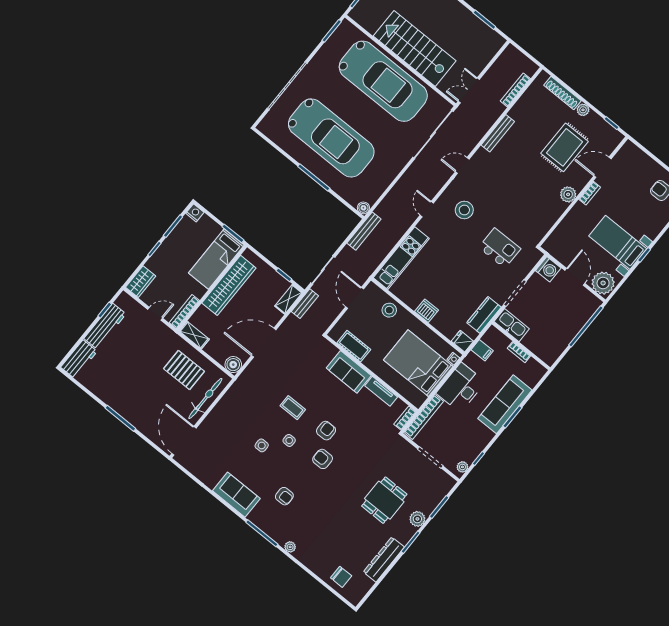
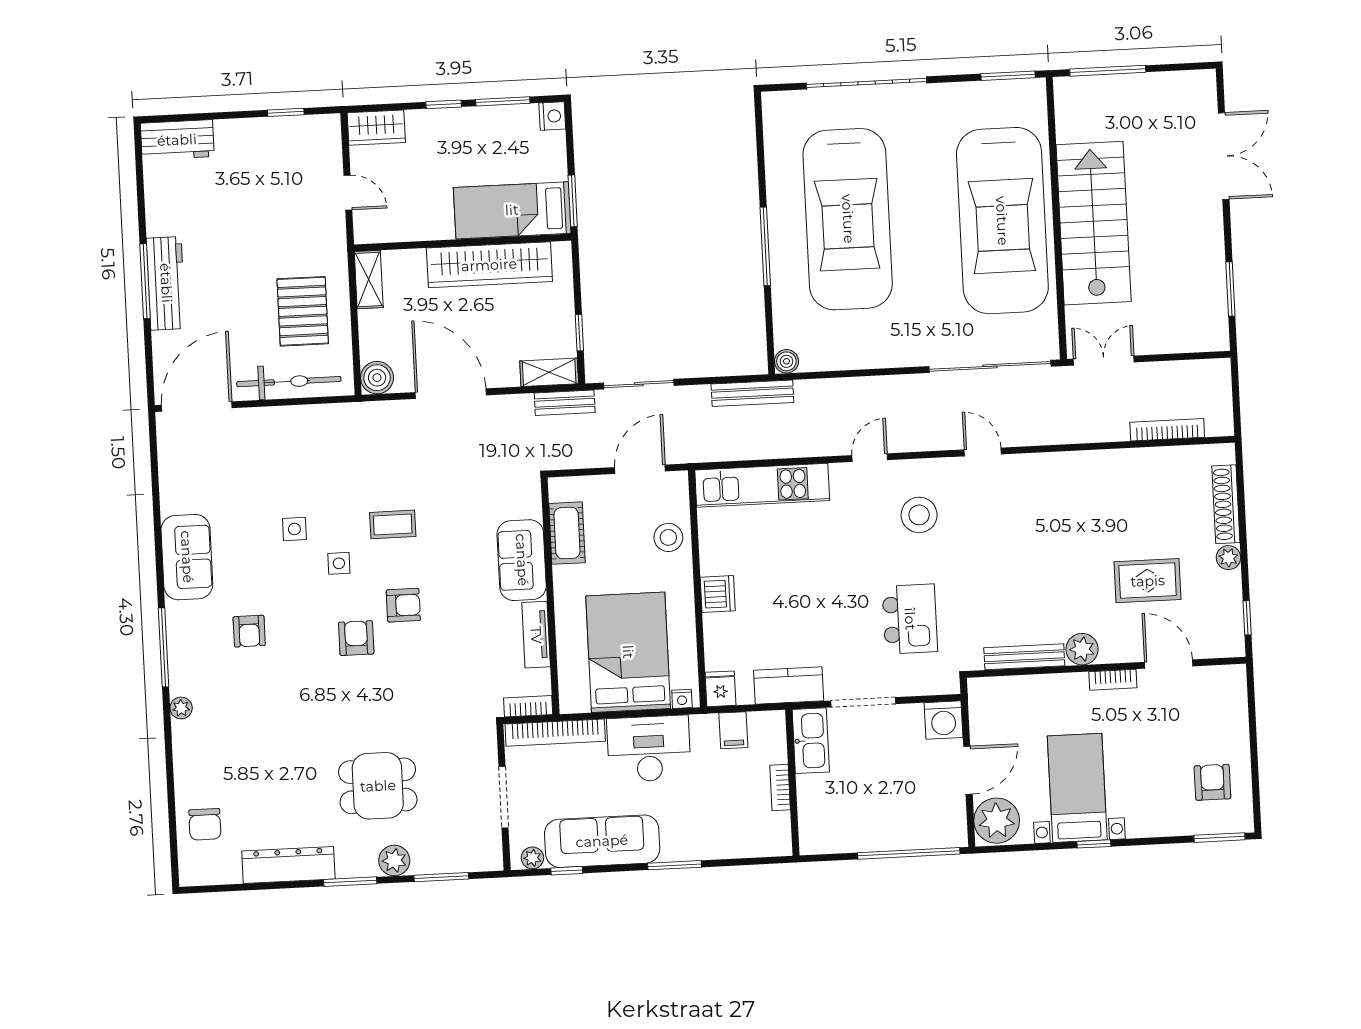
bench: (498, 133) -> (1024, 657), moved
rug: (565, 147) -> (1148, 581), width x0.73, depth x0.70
bookcase: (184, 312) -> (390, 233), removed
workbench: (105, 326) -> (166, 283), moved, turned -90
sofa: (505, 404) -> (602, 841), moved
coffee table: (293, 408) -> (393, 524), turned 90

